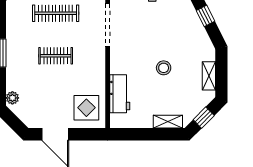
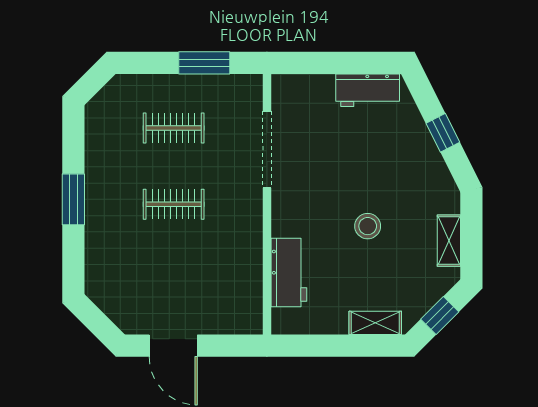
clothes rail: (56, 13) -> (174, 128), width x0.73
plant: (12, 98) -> (96, 280), removed
display table: (86, 108) -> (229, 298), removed

